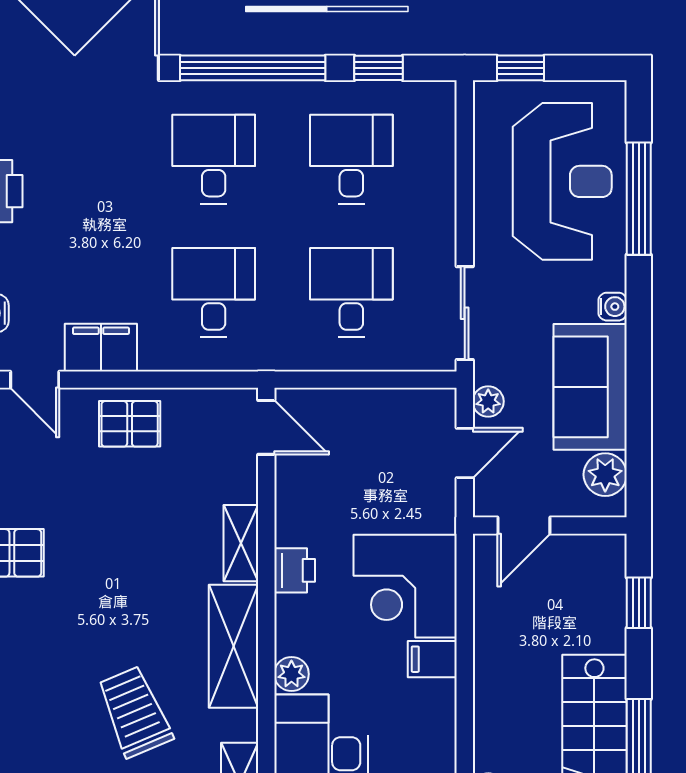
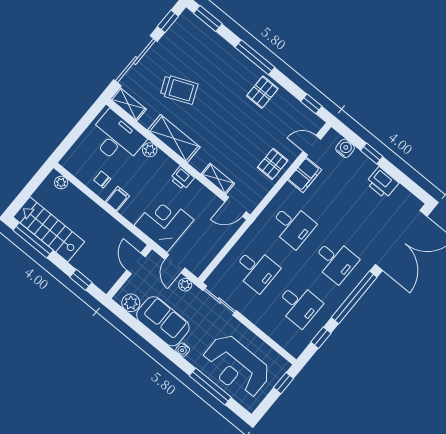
shelving: (241, 543) -> (218, 179), moved
corner desk: (405, 586) -> (164, 223), moved
chair: (419, 717) -> (102, 179), added

